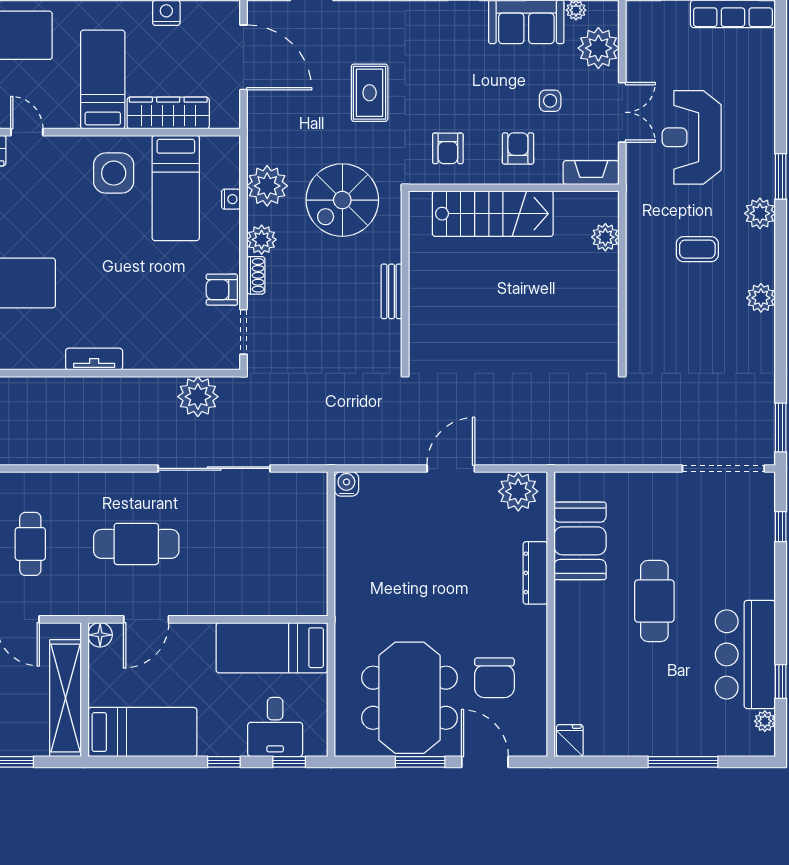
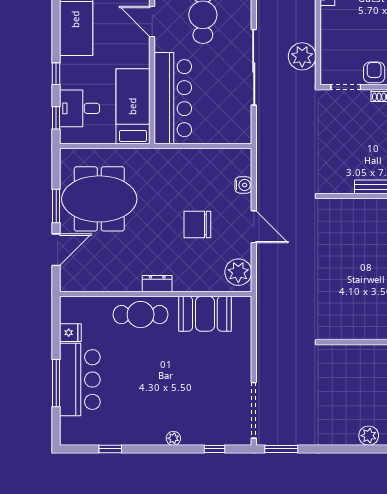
water cooler: (346, 484) -> (243, 185), moved
dresser: (535, 573) -> (157, 284), moved, width x0.70
bar counter: (260, 589) -> (173, 98), added
cafe table: (654, 601) -> (141, 315), moved
bar counter: (745, 654) -> (80, 380), moved, turned 90
chair: (494, 678) -> (197, 224), moved
plant: (765, 721) -> (173, 438), moved
fridge: (570, 741) -> (70, 333), moved

